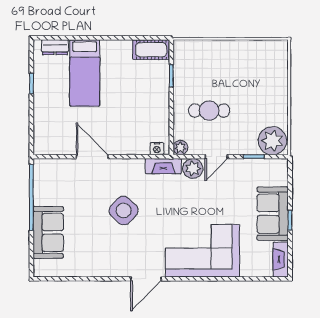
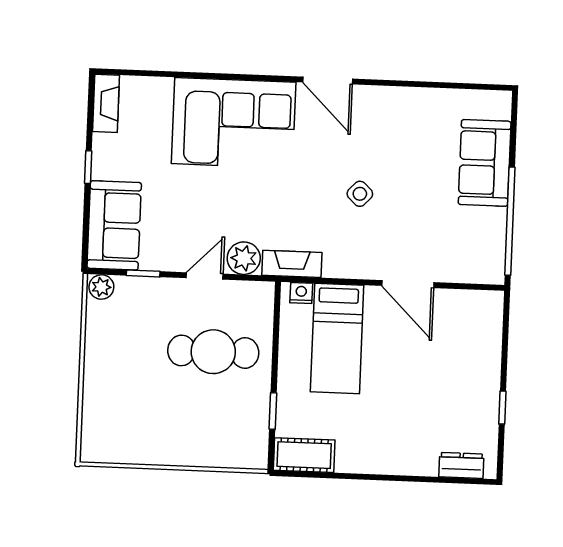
bed: (85, 73) -> (337, 339), moved, turned 180
cafe table: (209, 111) -> (213, 352), width x1.37, depth x1.35
plant: (272, 141) -> (101, 287), width x0.53, depth x0.53
plant: (180, 148) -> (263, 293), removed
side table: (124, 211) -> (360, 194), width x0.54, depth x0.54
sofa: (273, 214) -> (114, 225), moved
door: (146, 279) -> (328, 81), swing flipped

